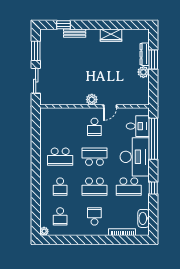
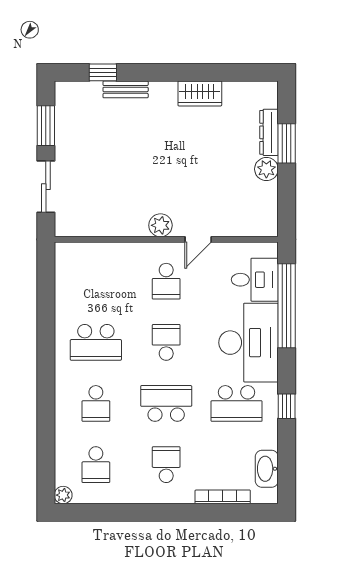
school desk: (94, 157) -> (166, 342), width x0.54
school desk: (94, 187) -> (166, 403), turned 180

